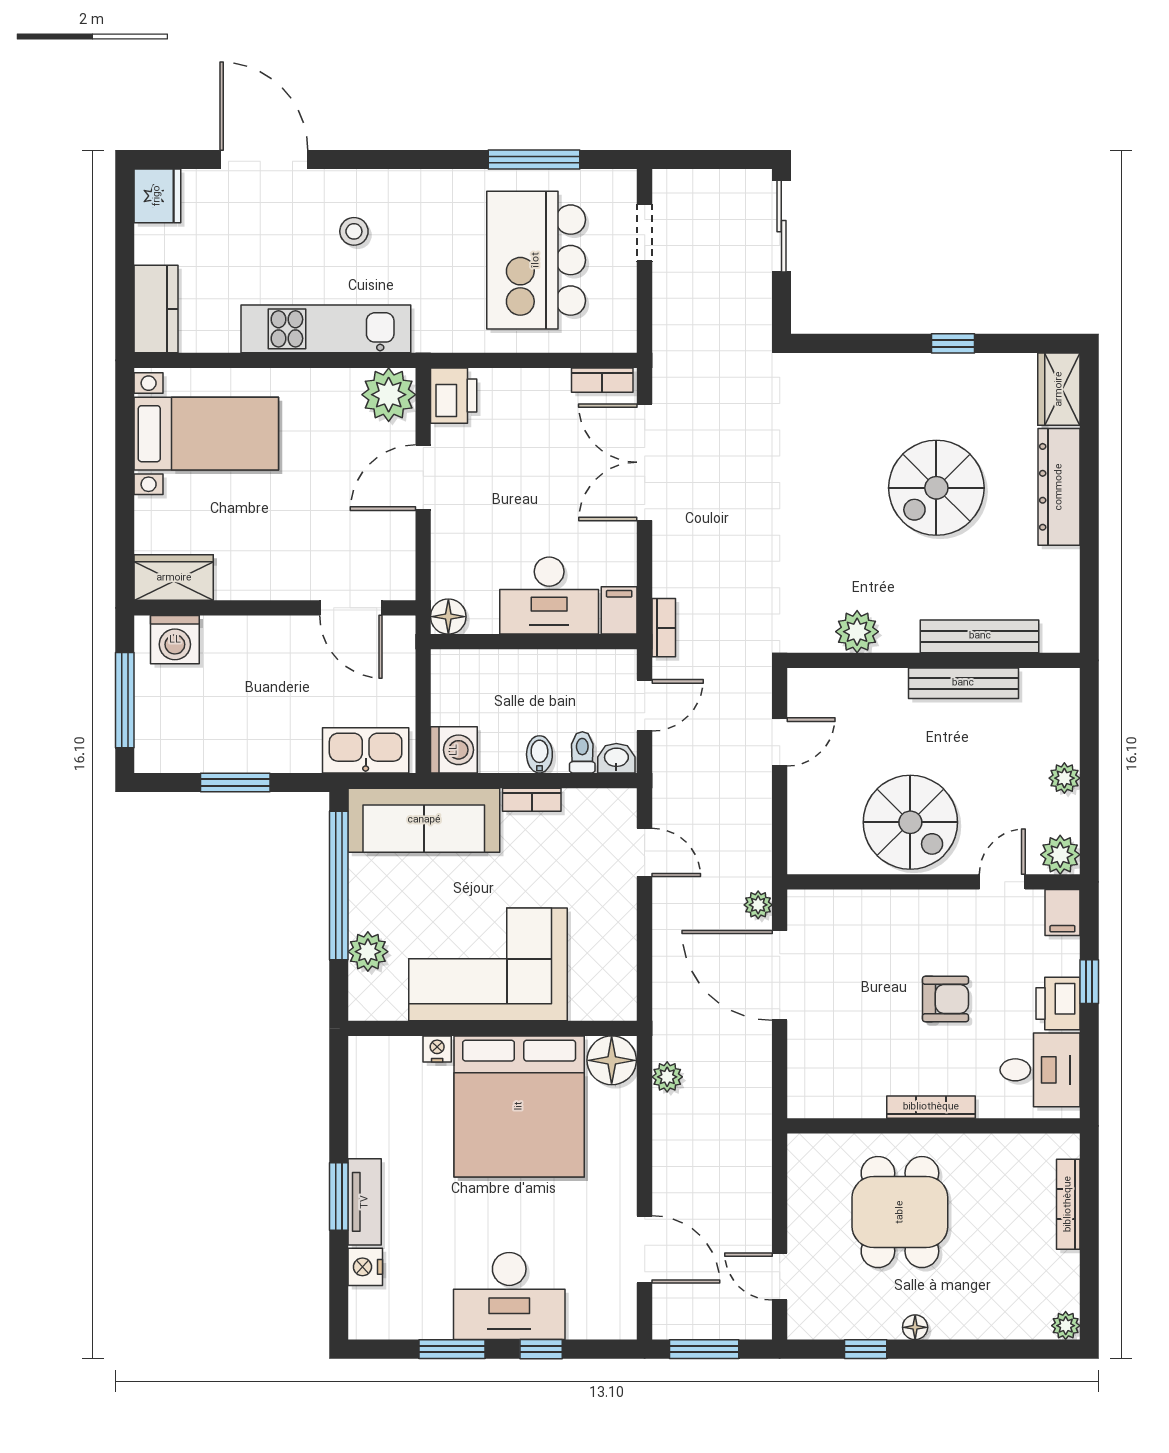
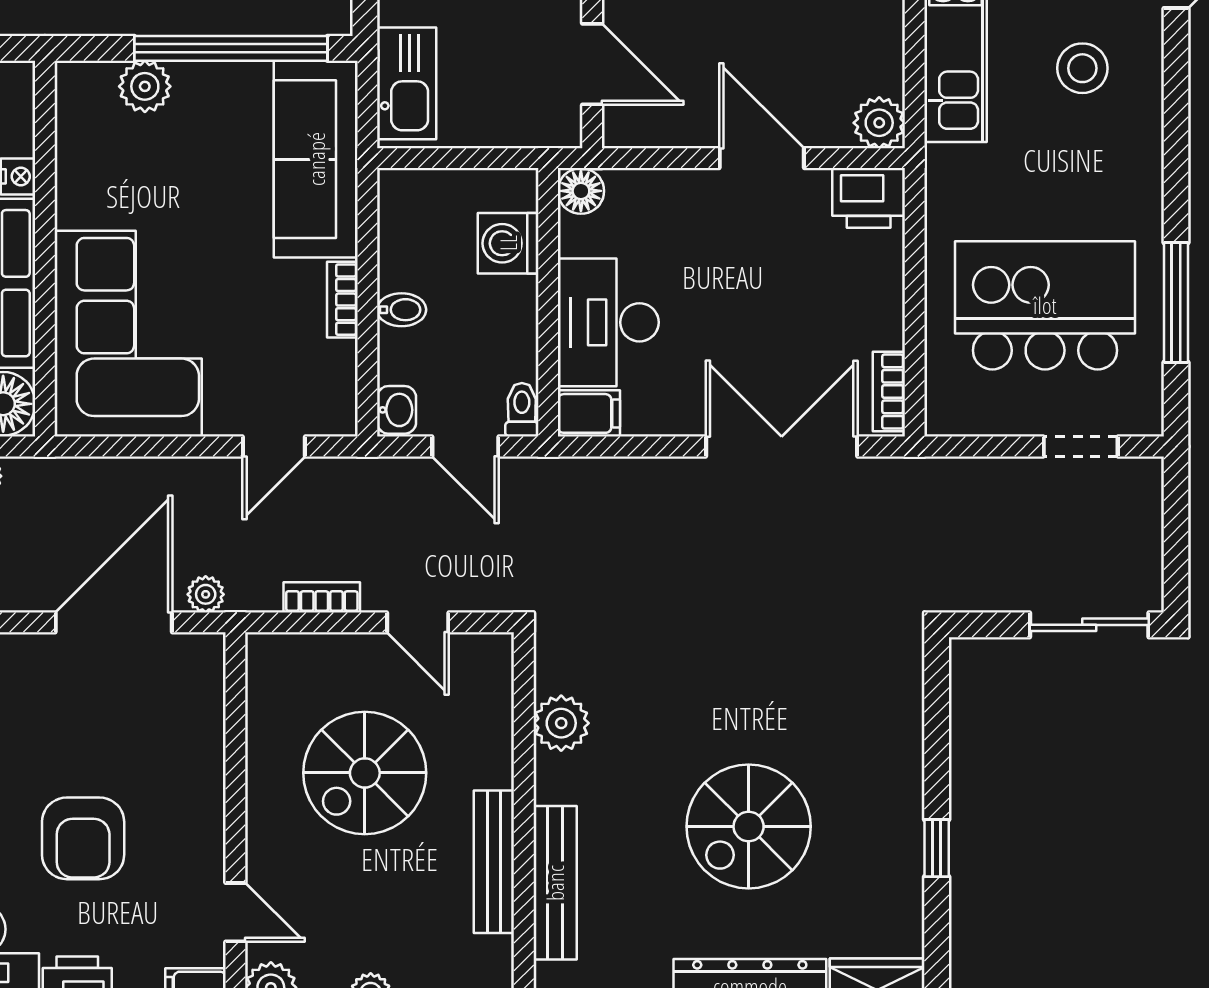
stool: (354, 231) -> (1082, 68), width x1.37, depth x1.37
plant: (389, 395) -> (879, 123), width x0.73, depth x0.73
spiral stairs: (936, 488) -> (749, 826), turned -90
door: (351, 608) -> (592, 64), swing flipped
bookcase: (664, 628) -> (322, 597), moved, turned 180
washing machine: (454, 750) -> (508, 243), moved, turned 90
toilet: (582, 752) -> (522, 410), moved, turned -90
spiral stairs: (910, 822) -> (365, 773), moved
corner sofa: (488, 964) -> (128, 334), moved
armchair: (945, 999) -> (83, 838), width x1.38, depth x1.38

